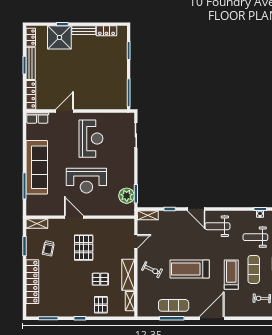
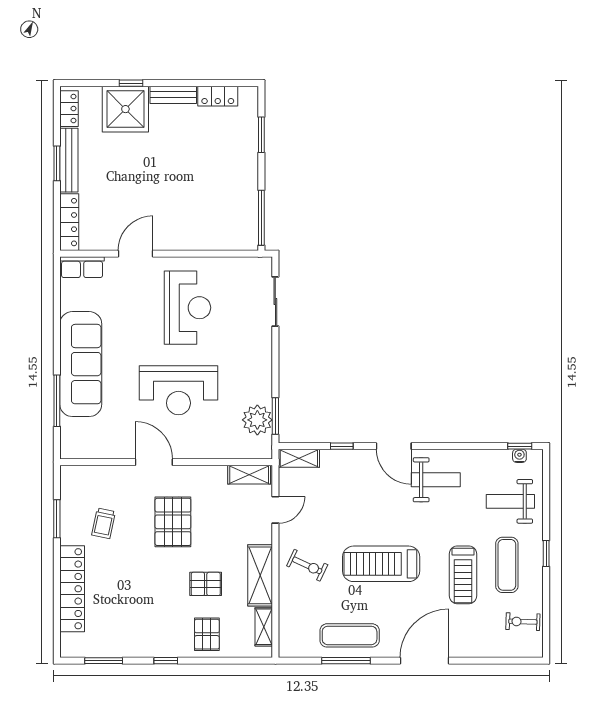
shelving: (37, 224) -> (249, 475), moved
weight bench: (217, 226) -> (436, 480), turned 180
treadmill: (231, 275) -> (463, 575), turned 180

